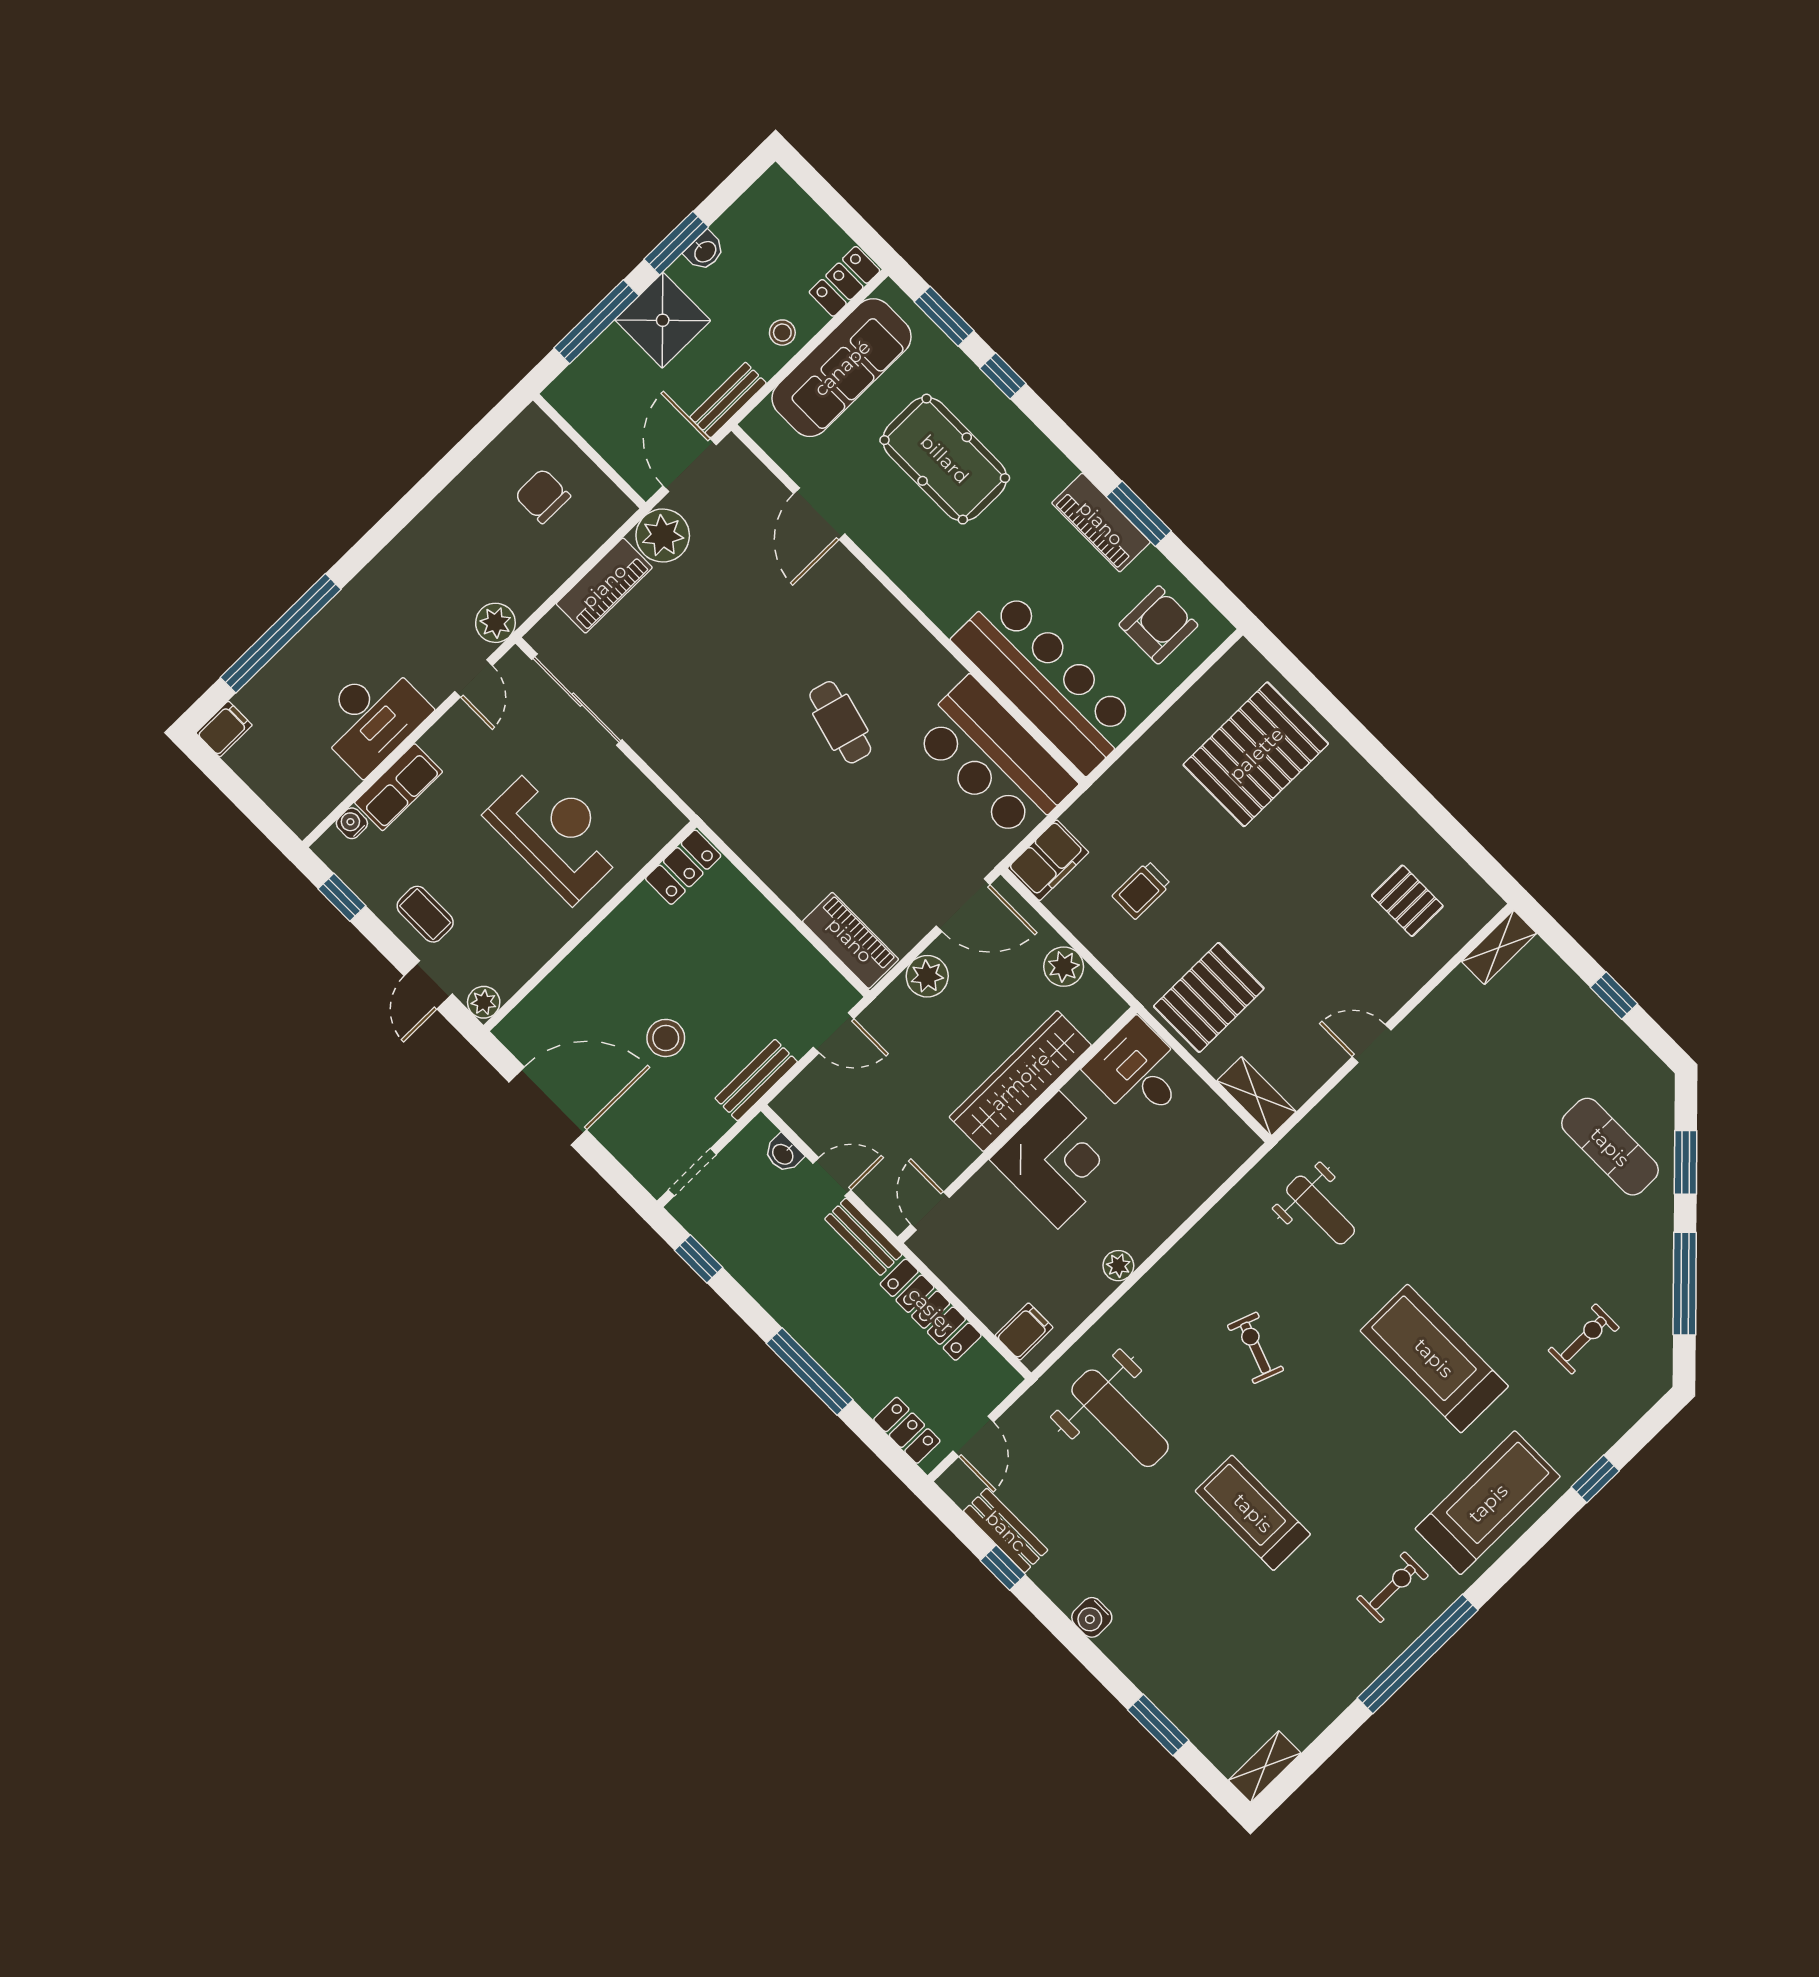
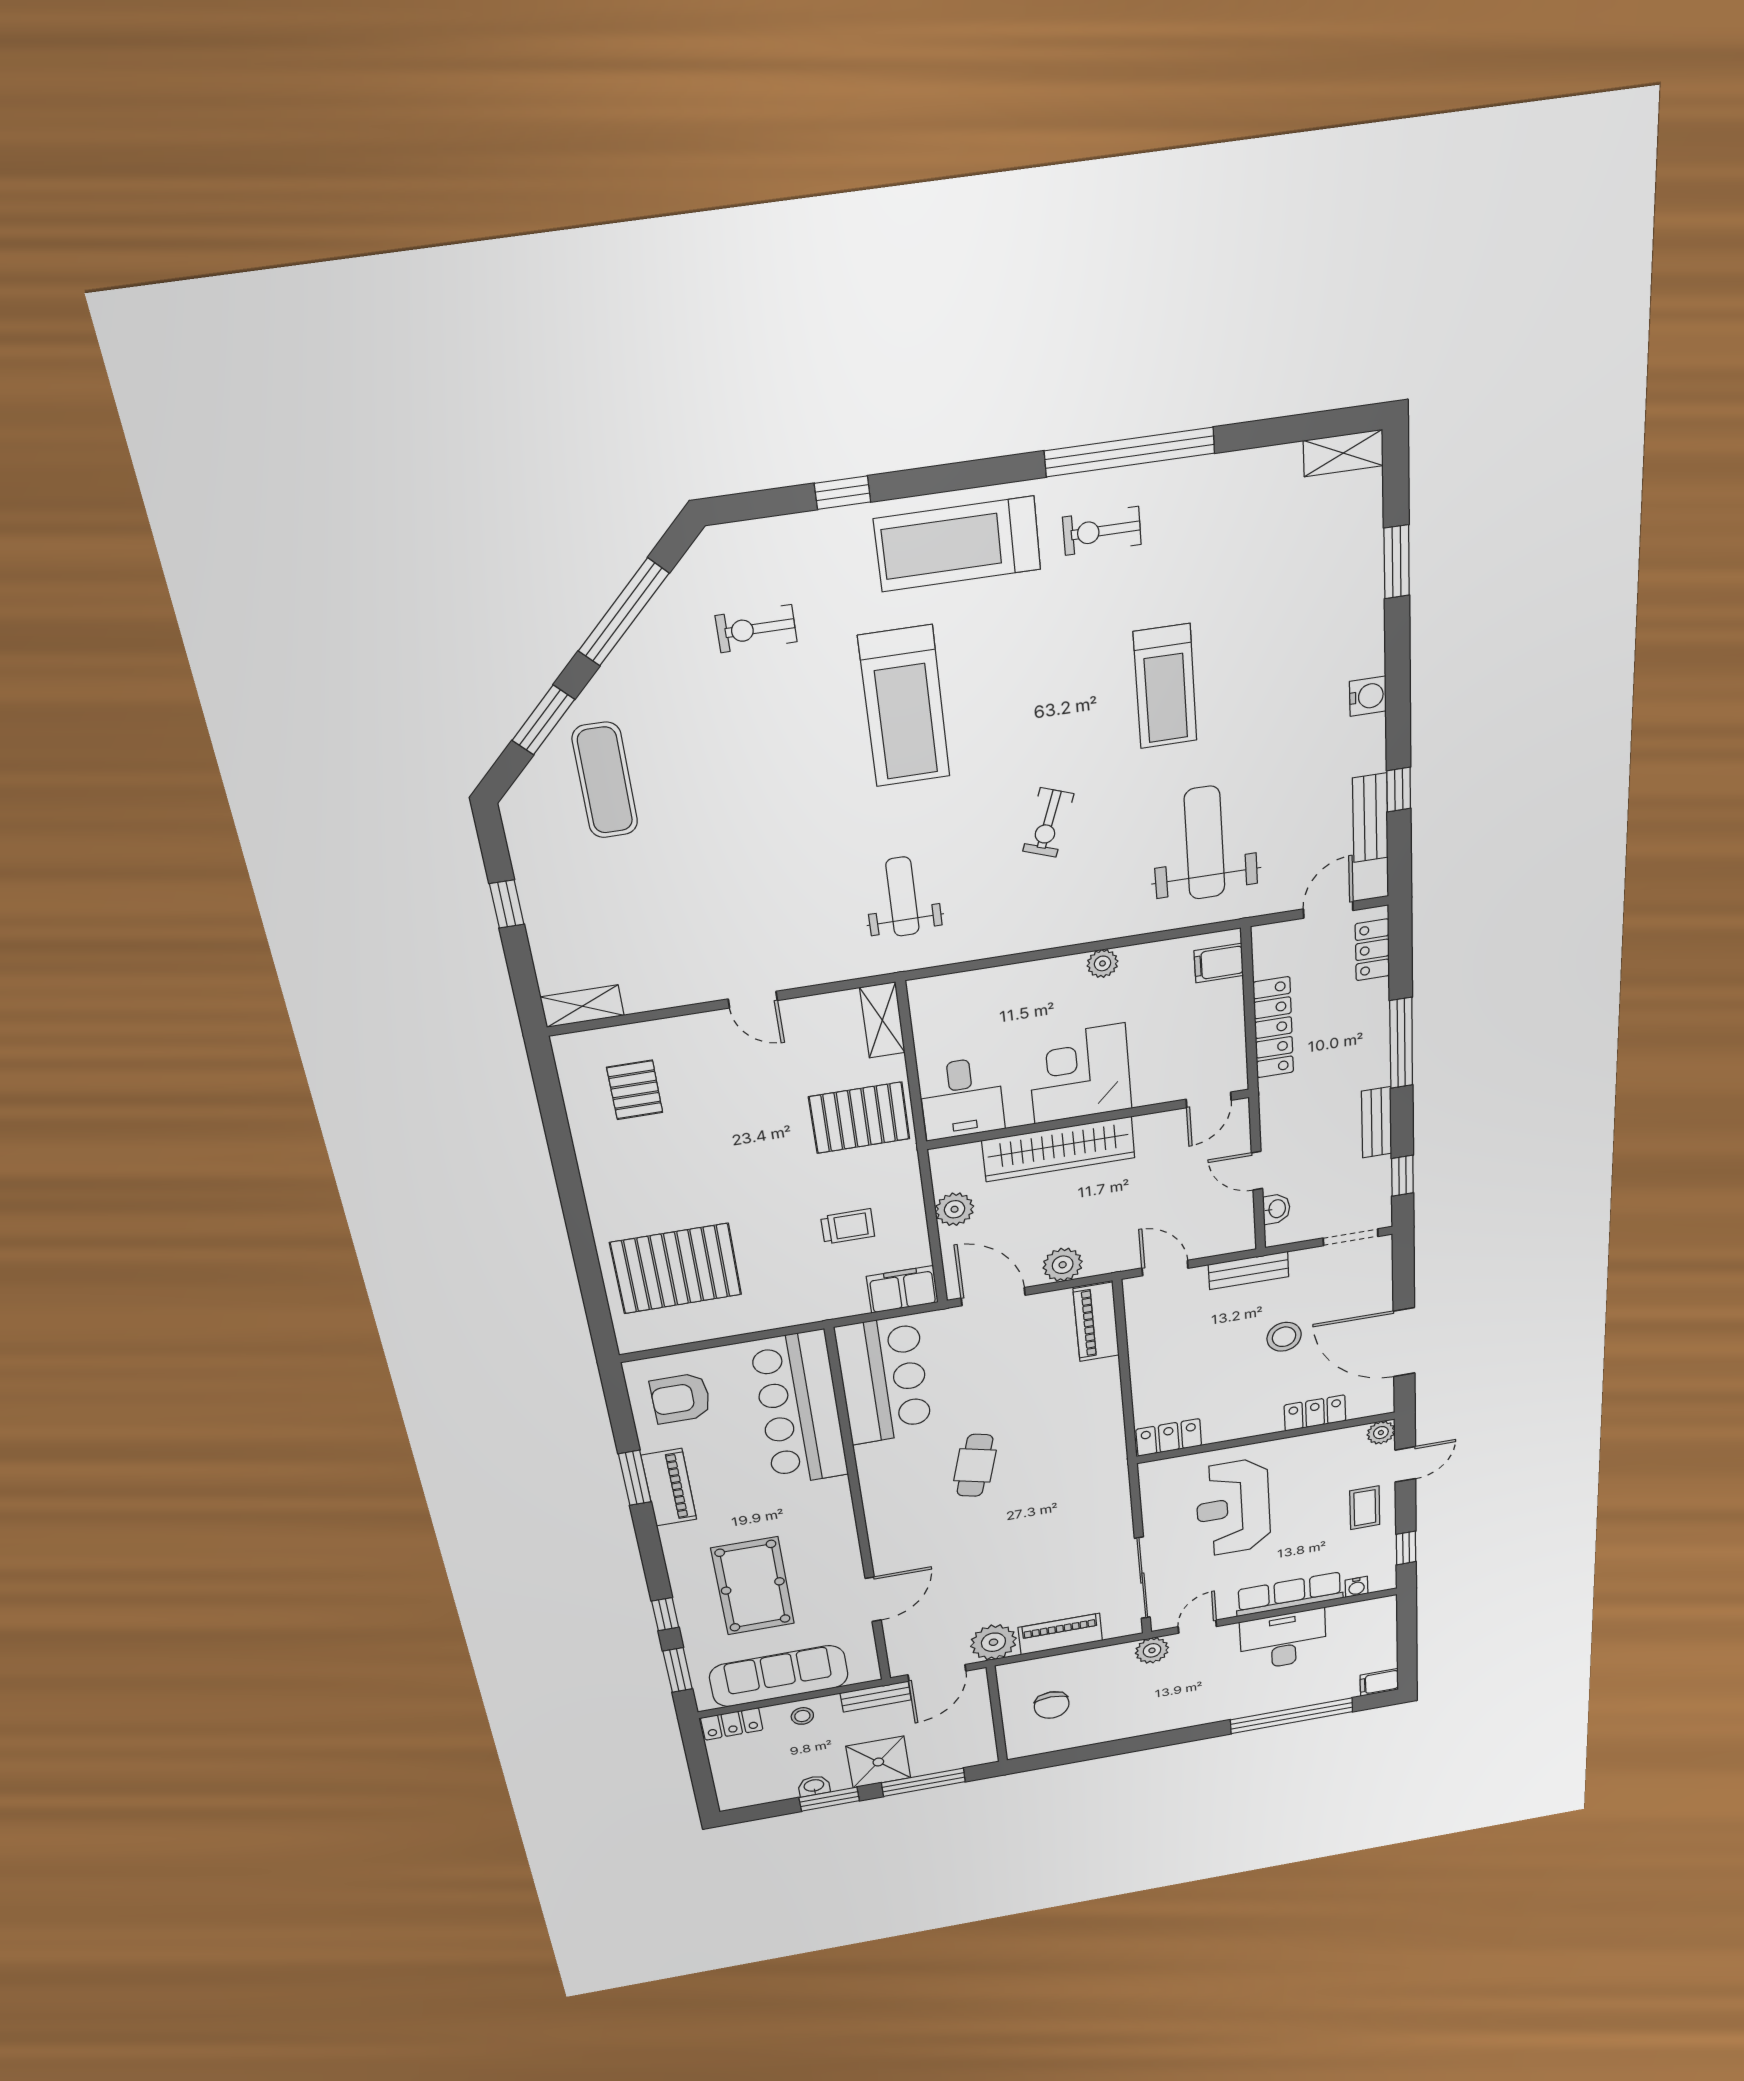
row of seats: (399, 787) -> (1290, 1594), width x1.48
locker: (566, 981) -> (1315, 1413), added
bench: (863, 1237) -> (1377, 1122), moved

